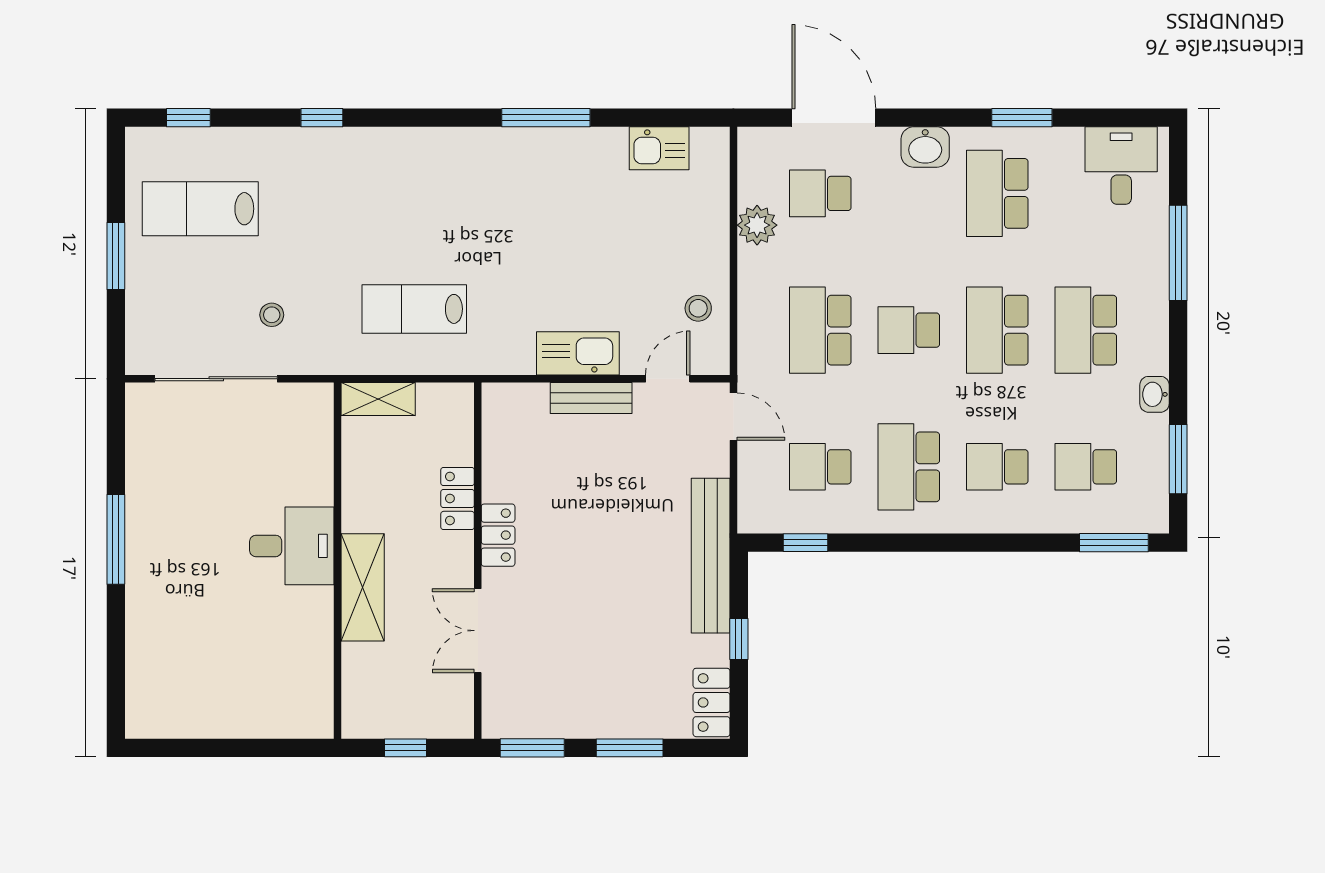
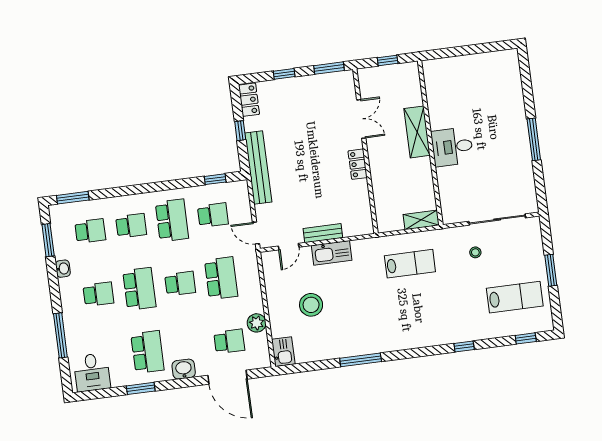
kitchen sink: (659, 148) -> (283, 352), moved, turned 90
stool: (698, 308) -> (311, 305), moved, width x1.89, depth x1.89
school desk: (1086, 330) -> (98, 294), width x0.54
locker: (458, 498) -> (379, 179), removed
window: (630, 748) -> (284, 74), width x0.67

